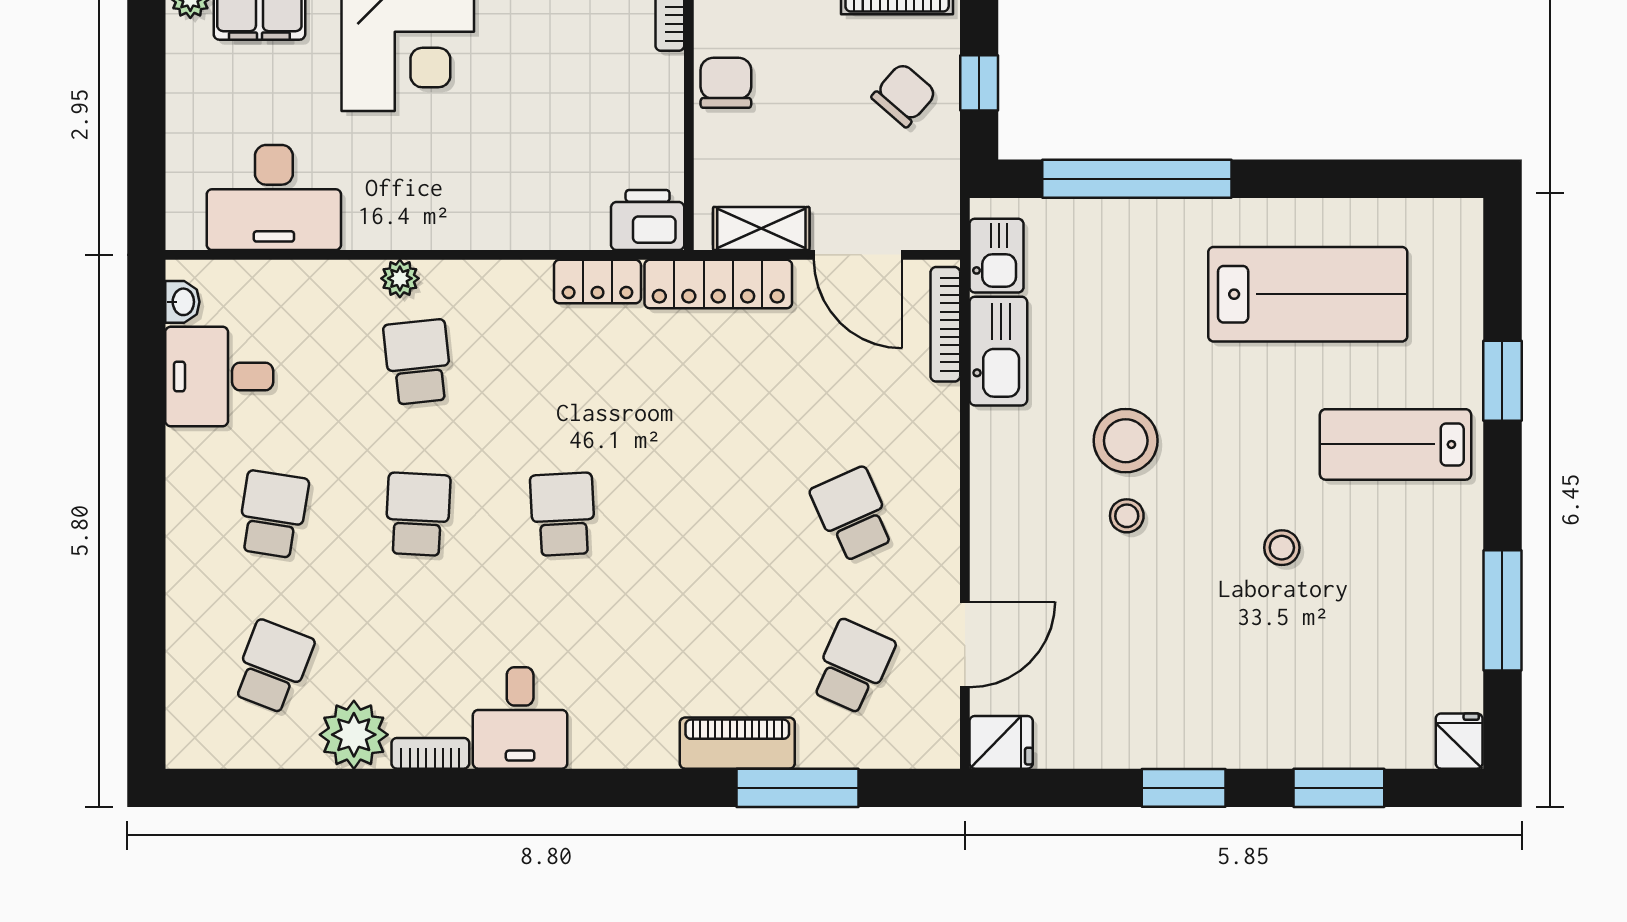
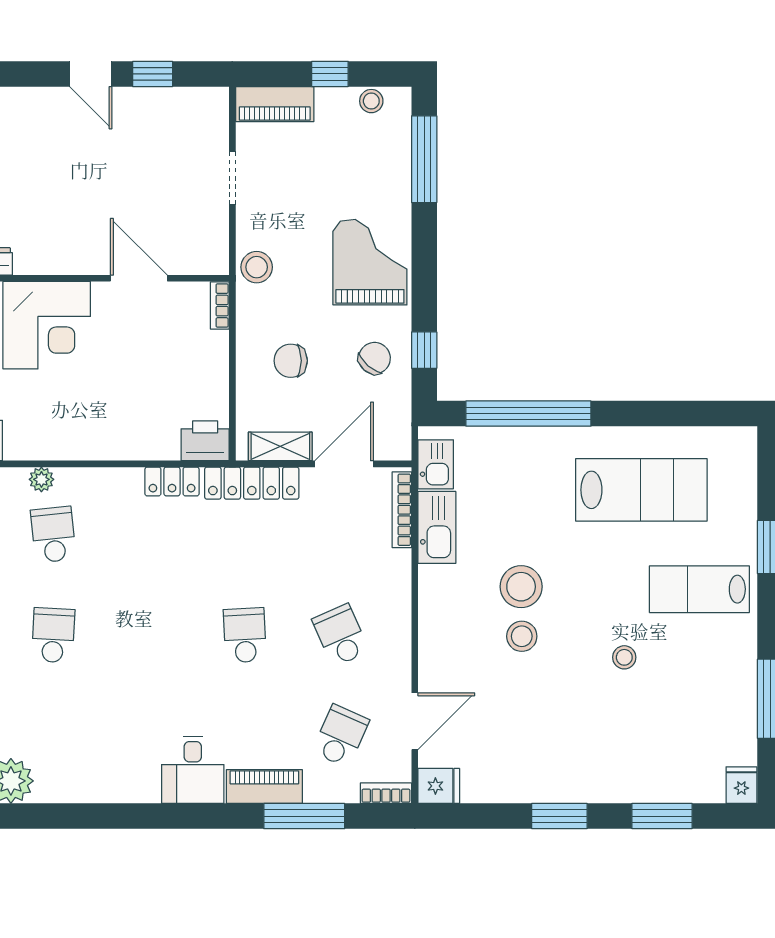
chair: (726, 83) -> (291, 361), moved, turned -90
door: (858, 255) -> (344, 464), swing flipped
school desk: (563, 514) -> (245, 635), moved
stool: (1127, 516) -> (522, 636), width x1.37, depth x1.37
desk: (520, 718) -> (193, 770), moved
bookcase: (430, 753) -> (386, 793), moved

